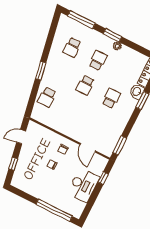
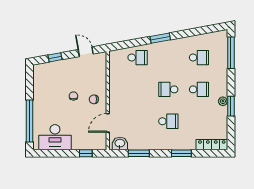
window: (112, 35) -> (231, 106), moved
school desk: (72, 47) -> (199, 58), turned 180
washbasin: (137, 92) -> (120, 143), moved
school desk: (47, 97) -> (138, 58), turned 180
window: (120, 145) -> (139, 153), moved
desk: (83, 185) -> (55, 137), moved

